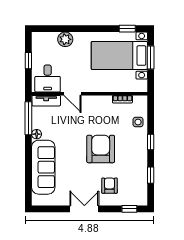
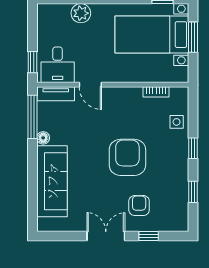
window: (28, 61) -> (32, 62), moved
window: (129, 209) -> (149, 236), moved

